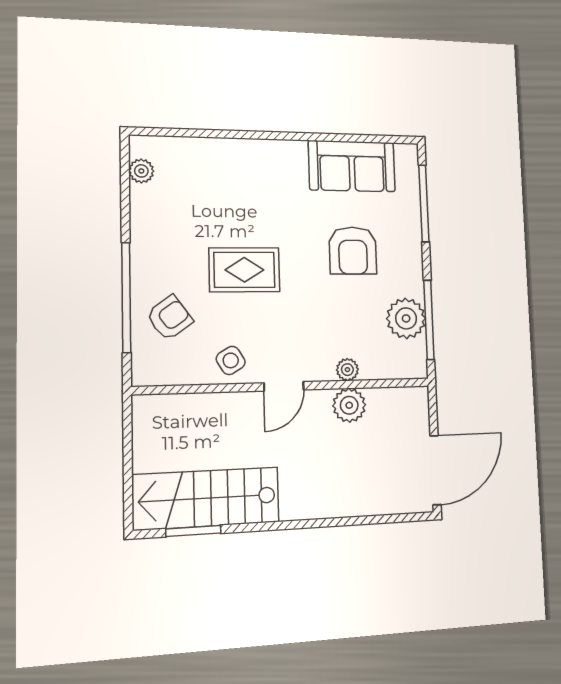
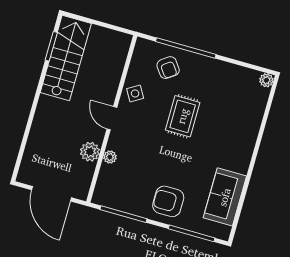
plant: (141, 171) -> (266, 80), moved
armchair: (353, 251) -> (168, 201), moved
plant: (406, 318) -> (128, 201), removed
door: (435, 470) -> (51, 194), moved

